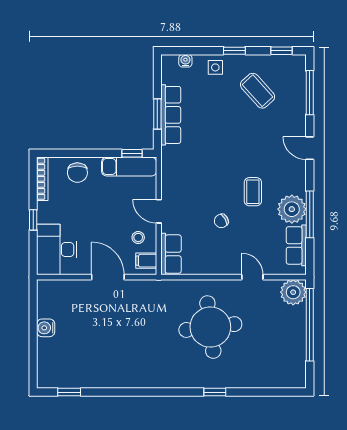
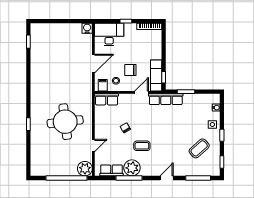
row of seats: (171, 115) -> (166, 99), moved
chair: (77, 173) -> (130, 70), moved
door: (159, 211) -> (141, 92), moved
water cooler: (46, 328) -> (87, 28), moved

